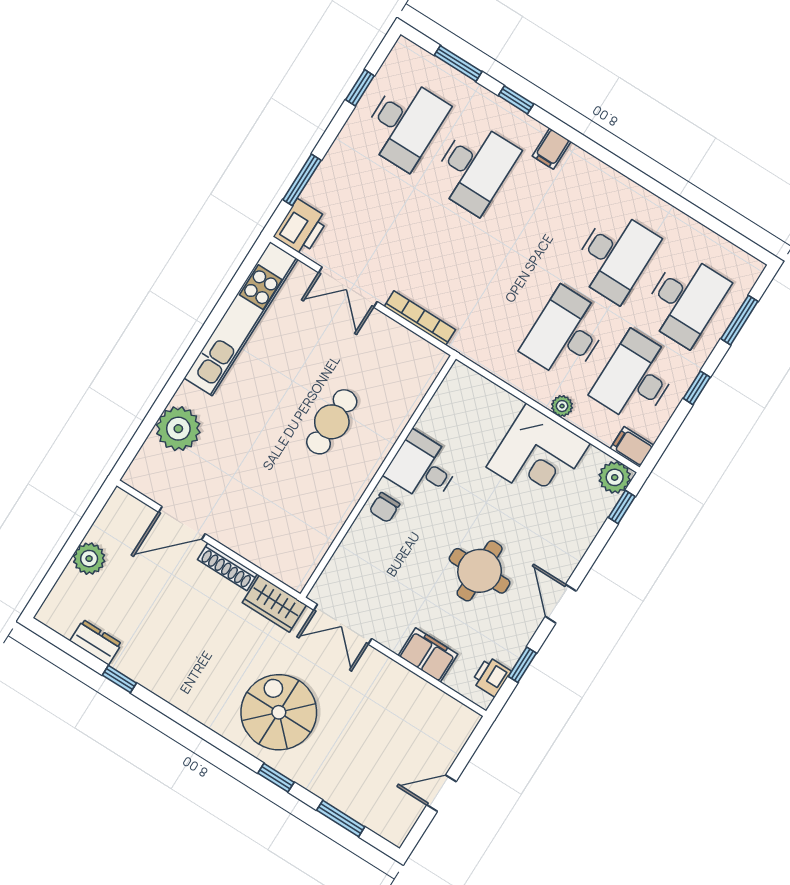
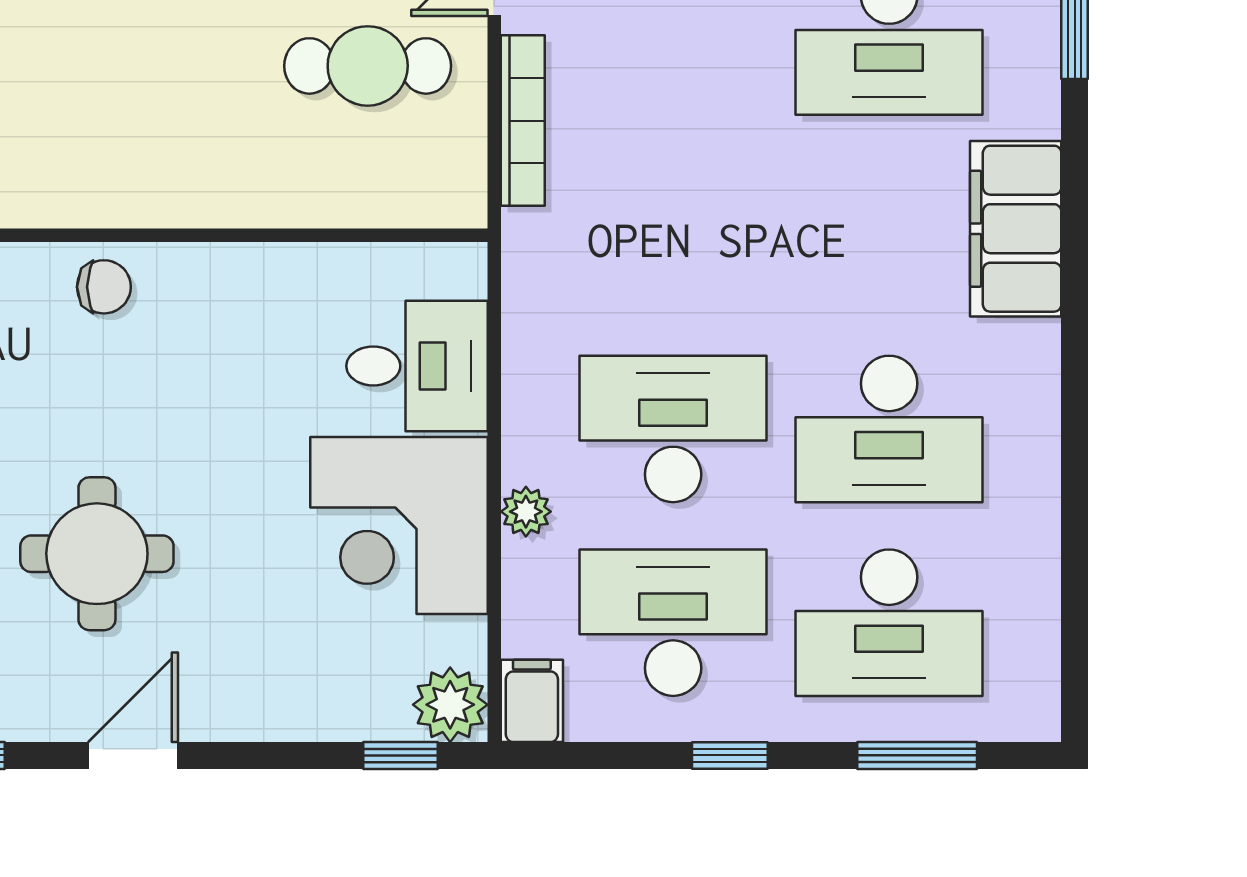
filing cabinet: (552, 149) -> (1016, 229), width x3.00, depth x1.17
cafe table: (332, 422) -> (368, 66), moved
desk: (423, 468) -> (417, 366), moved, turned 90
chair: (385, 508) -> (104, 287), turned 180

